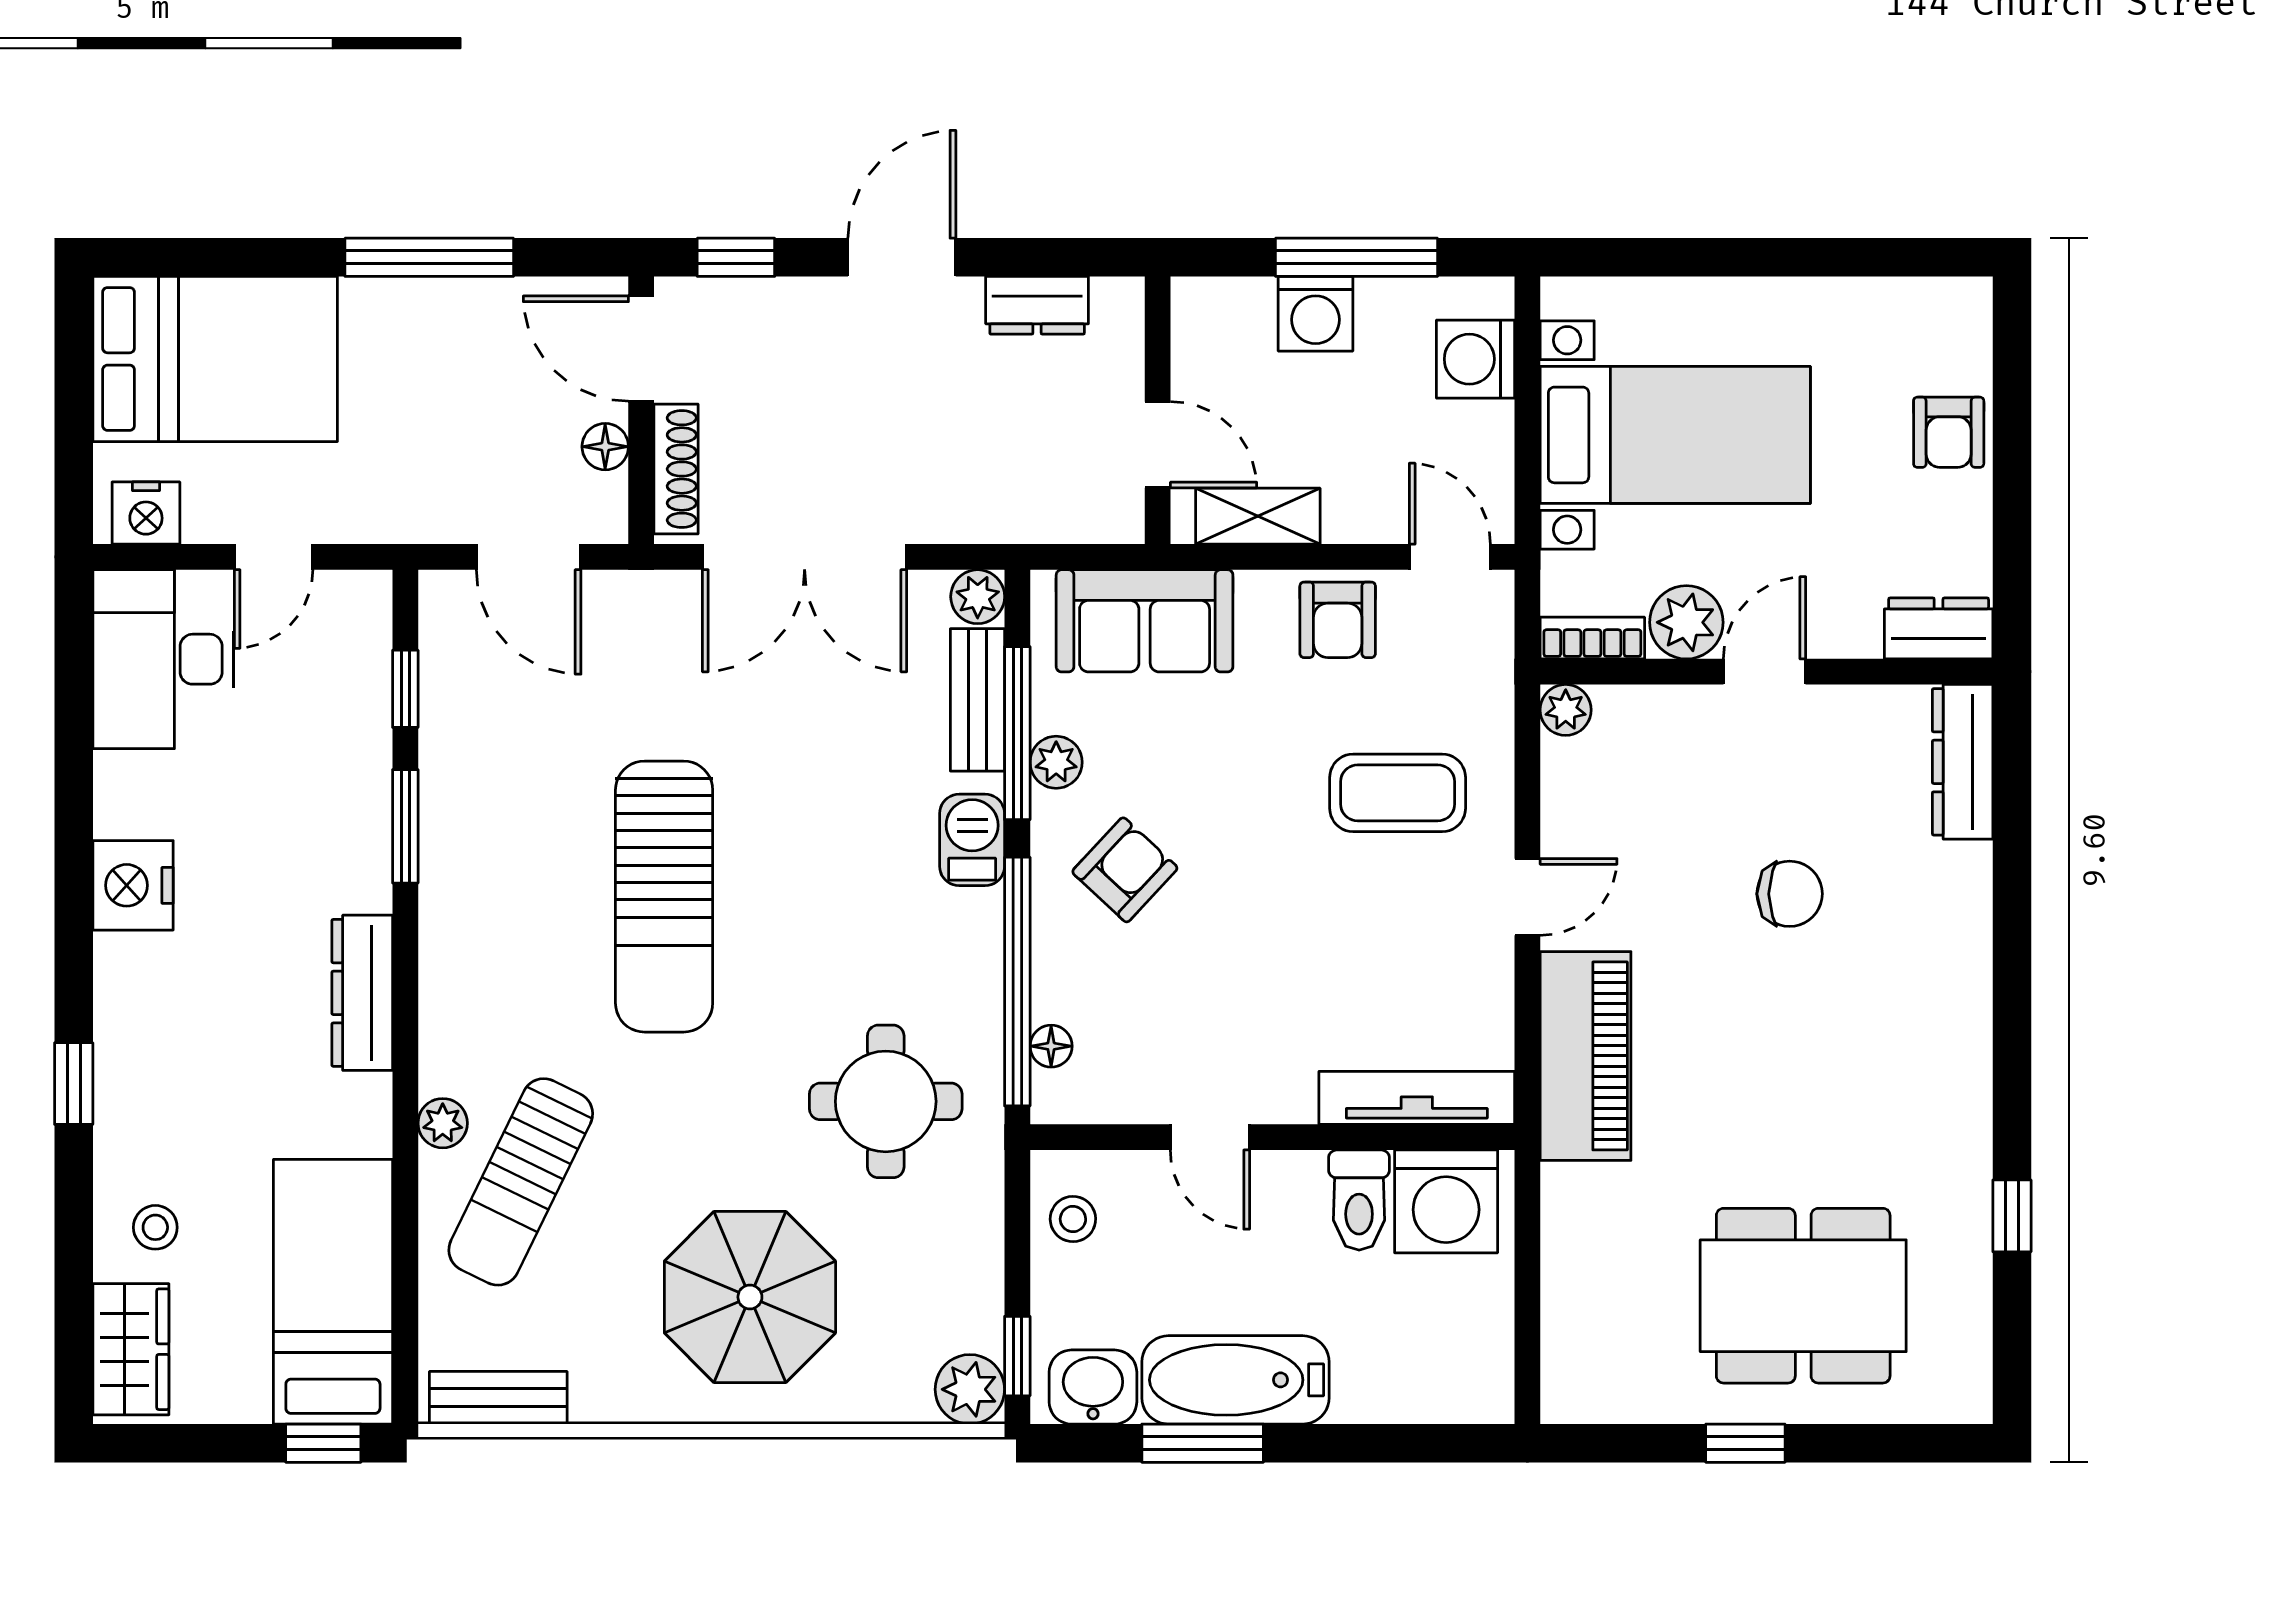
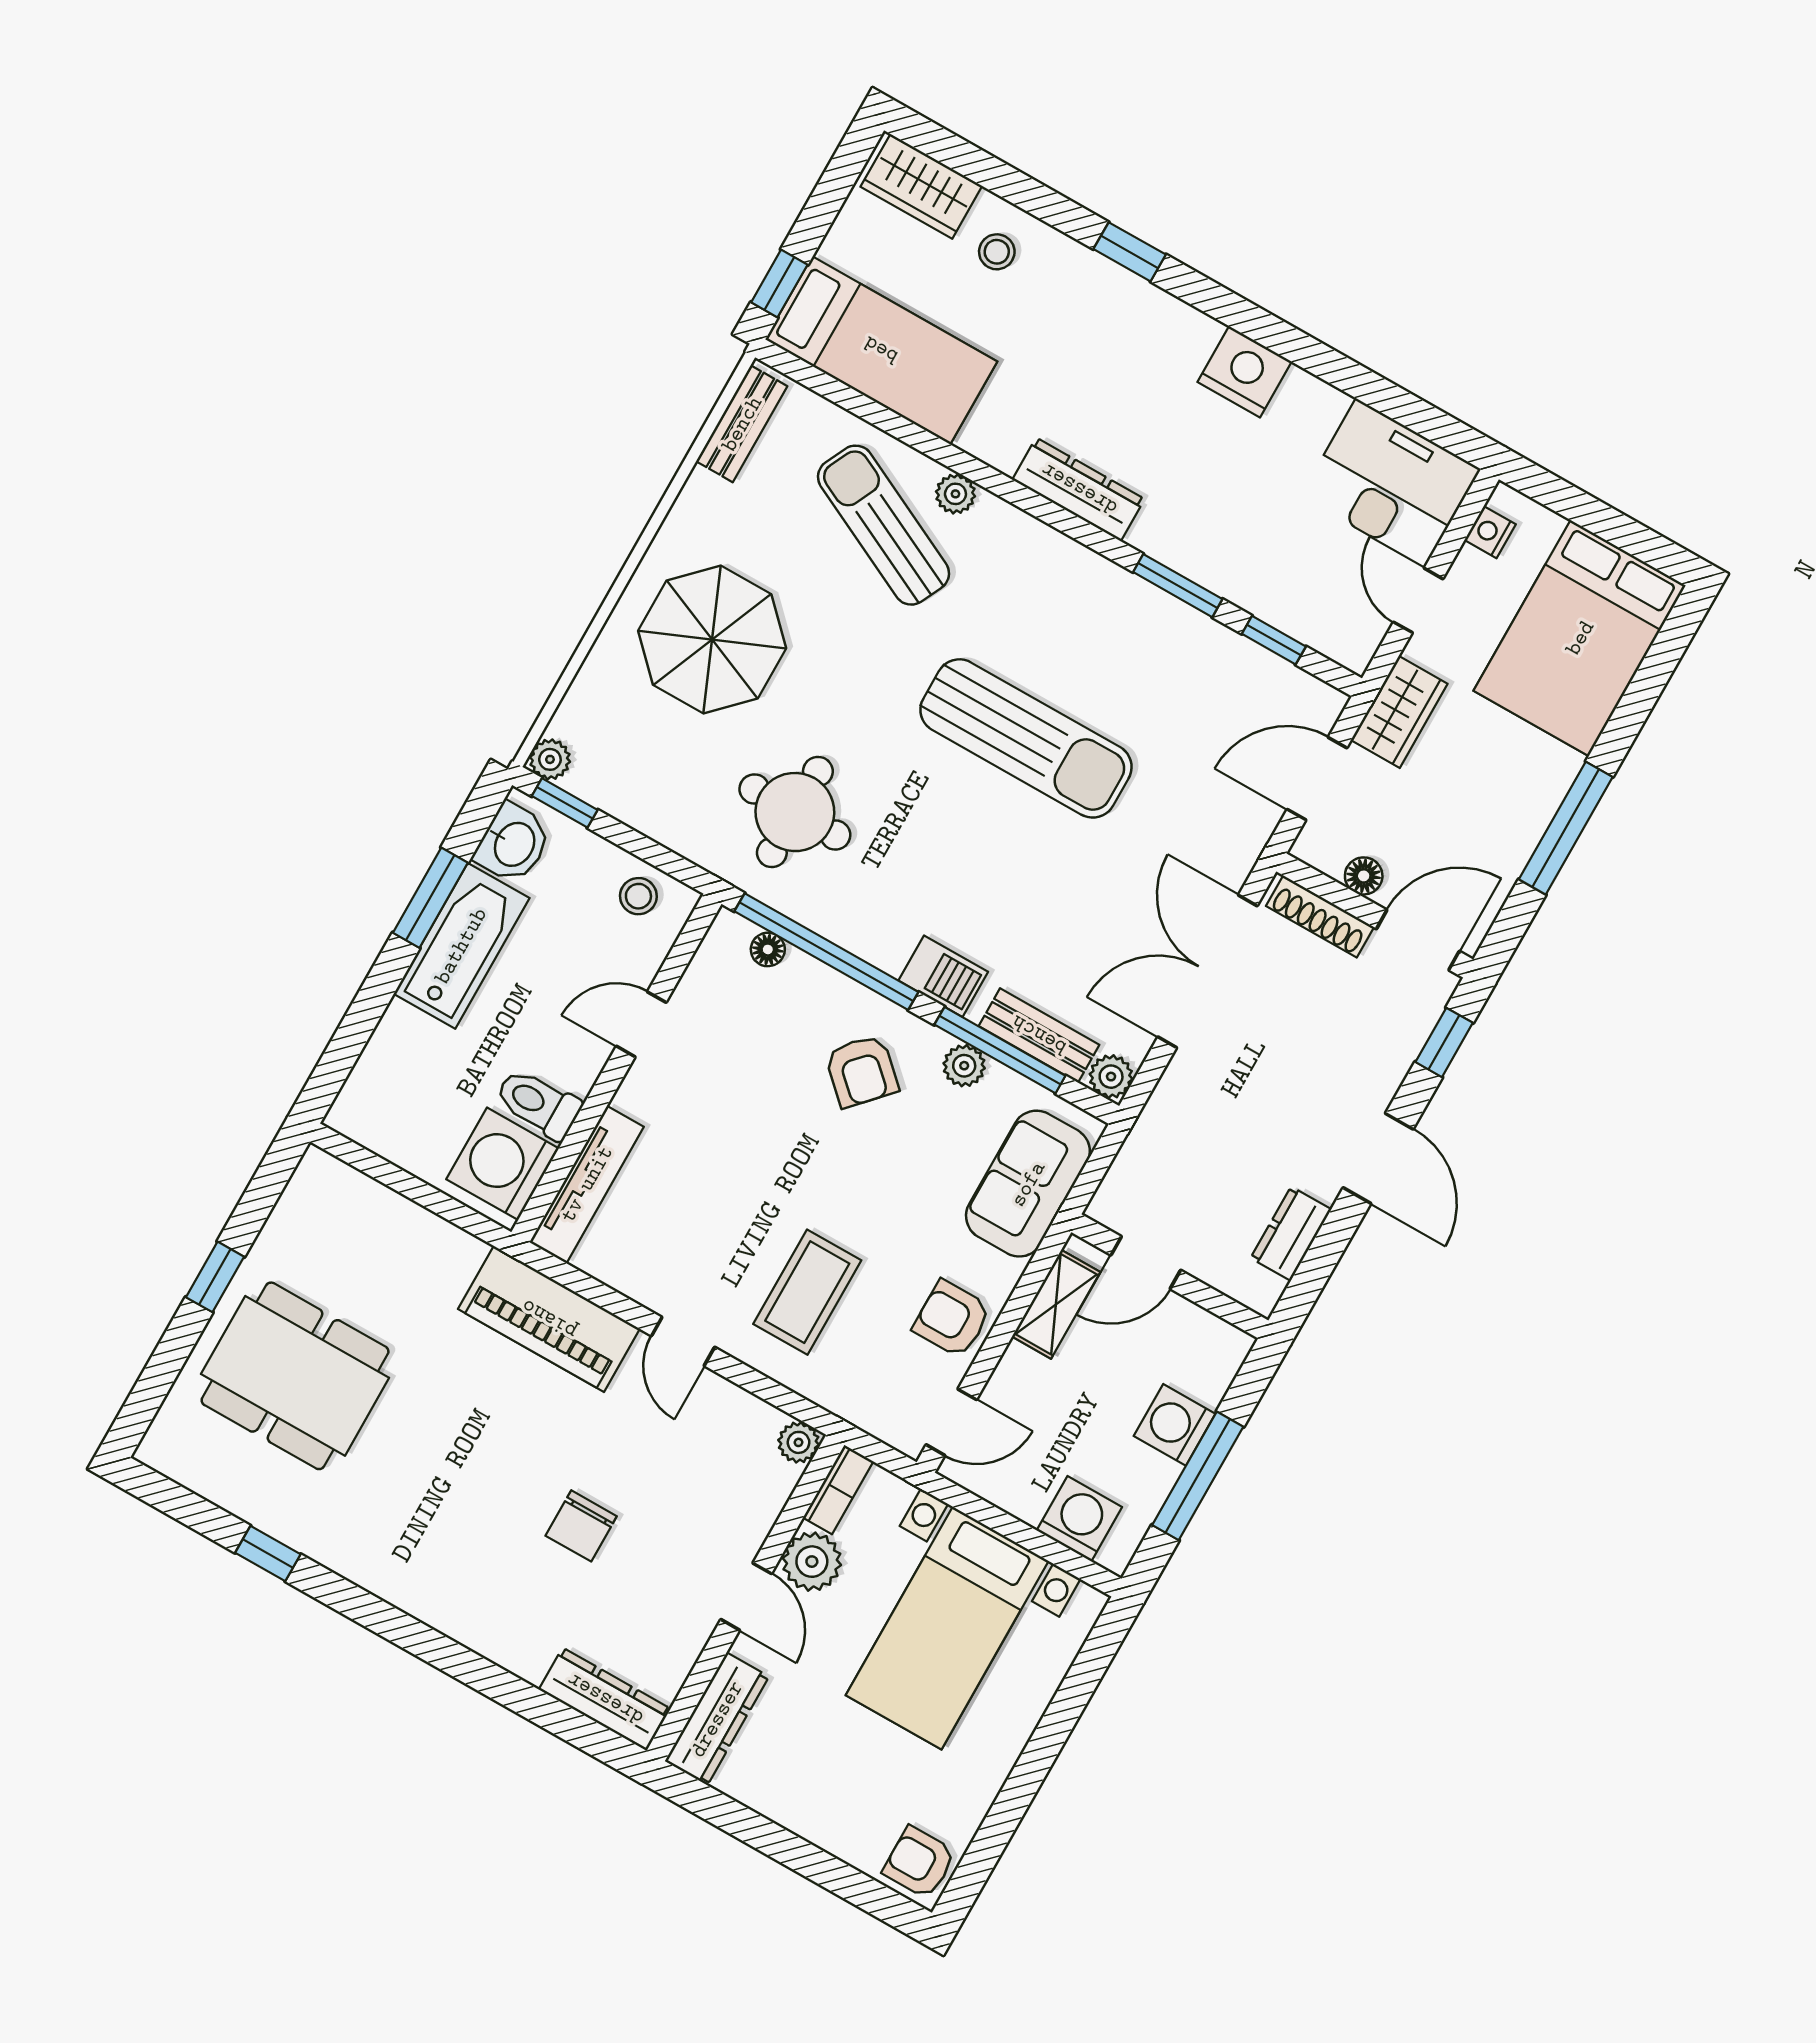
armchair: (1949, 432) -> (919, 1862), moved
wardrobe: (406, 509) -> (1399, 712), added
nightstand: (146, 513) -> (1490, 532), width x0.72, depth x0.74
dresser: (1939, 628) -> (717, 1719), width x1.44
sun lounger: (664, 897) -> (1026, 738), turned 180
dining table: (1803, 1296) -> (295, 1376), turned 90
plant: (970, 1389) -> (550, 759), width x0.73, depth x0.73

